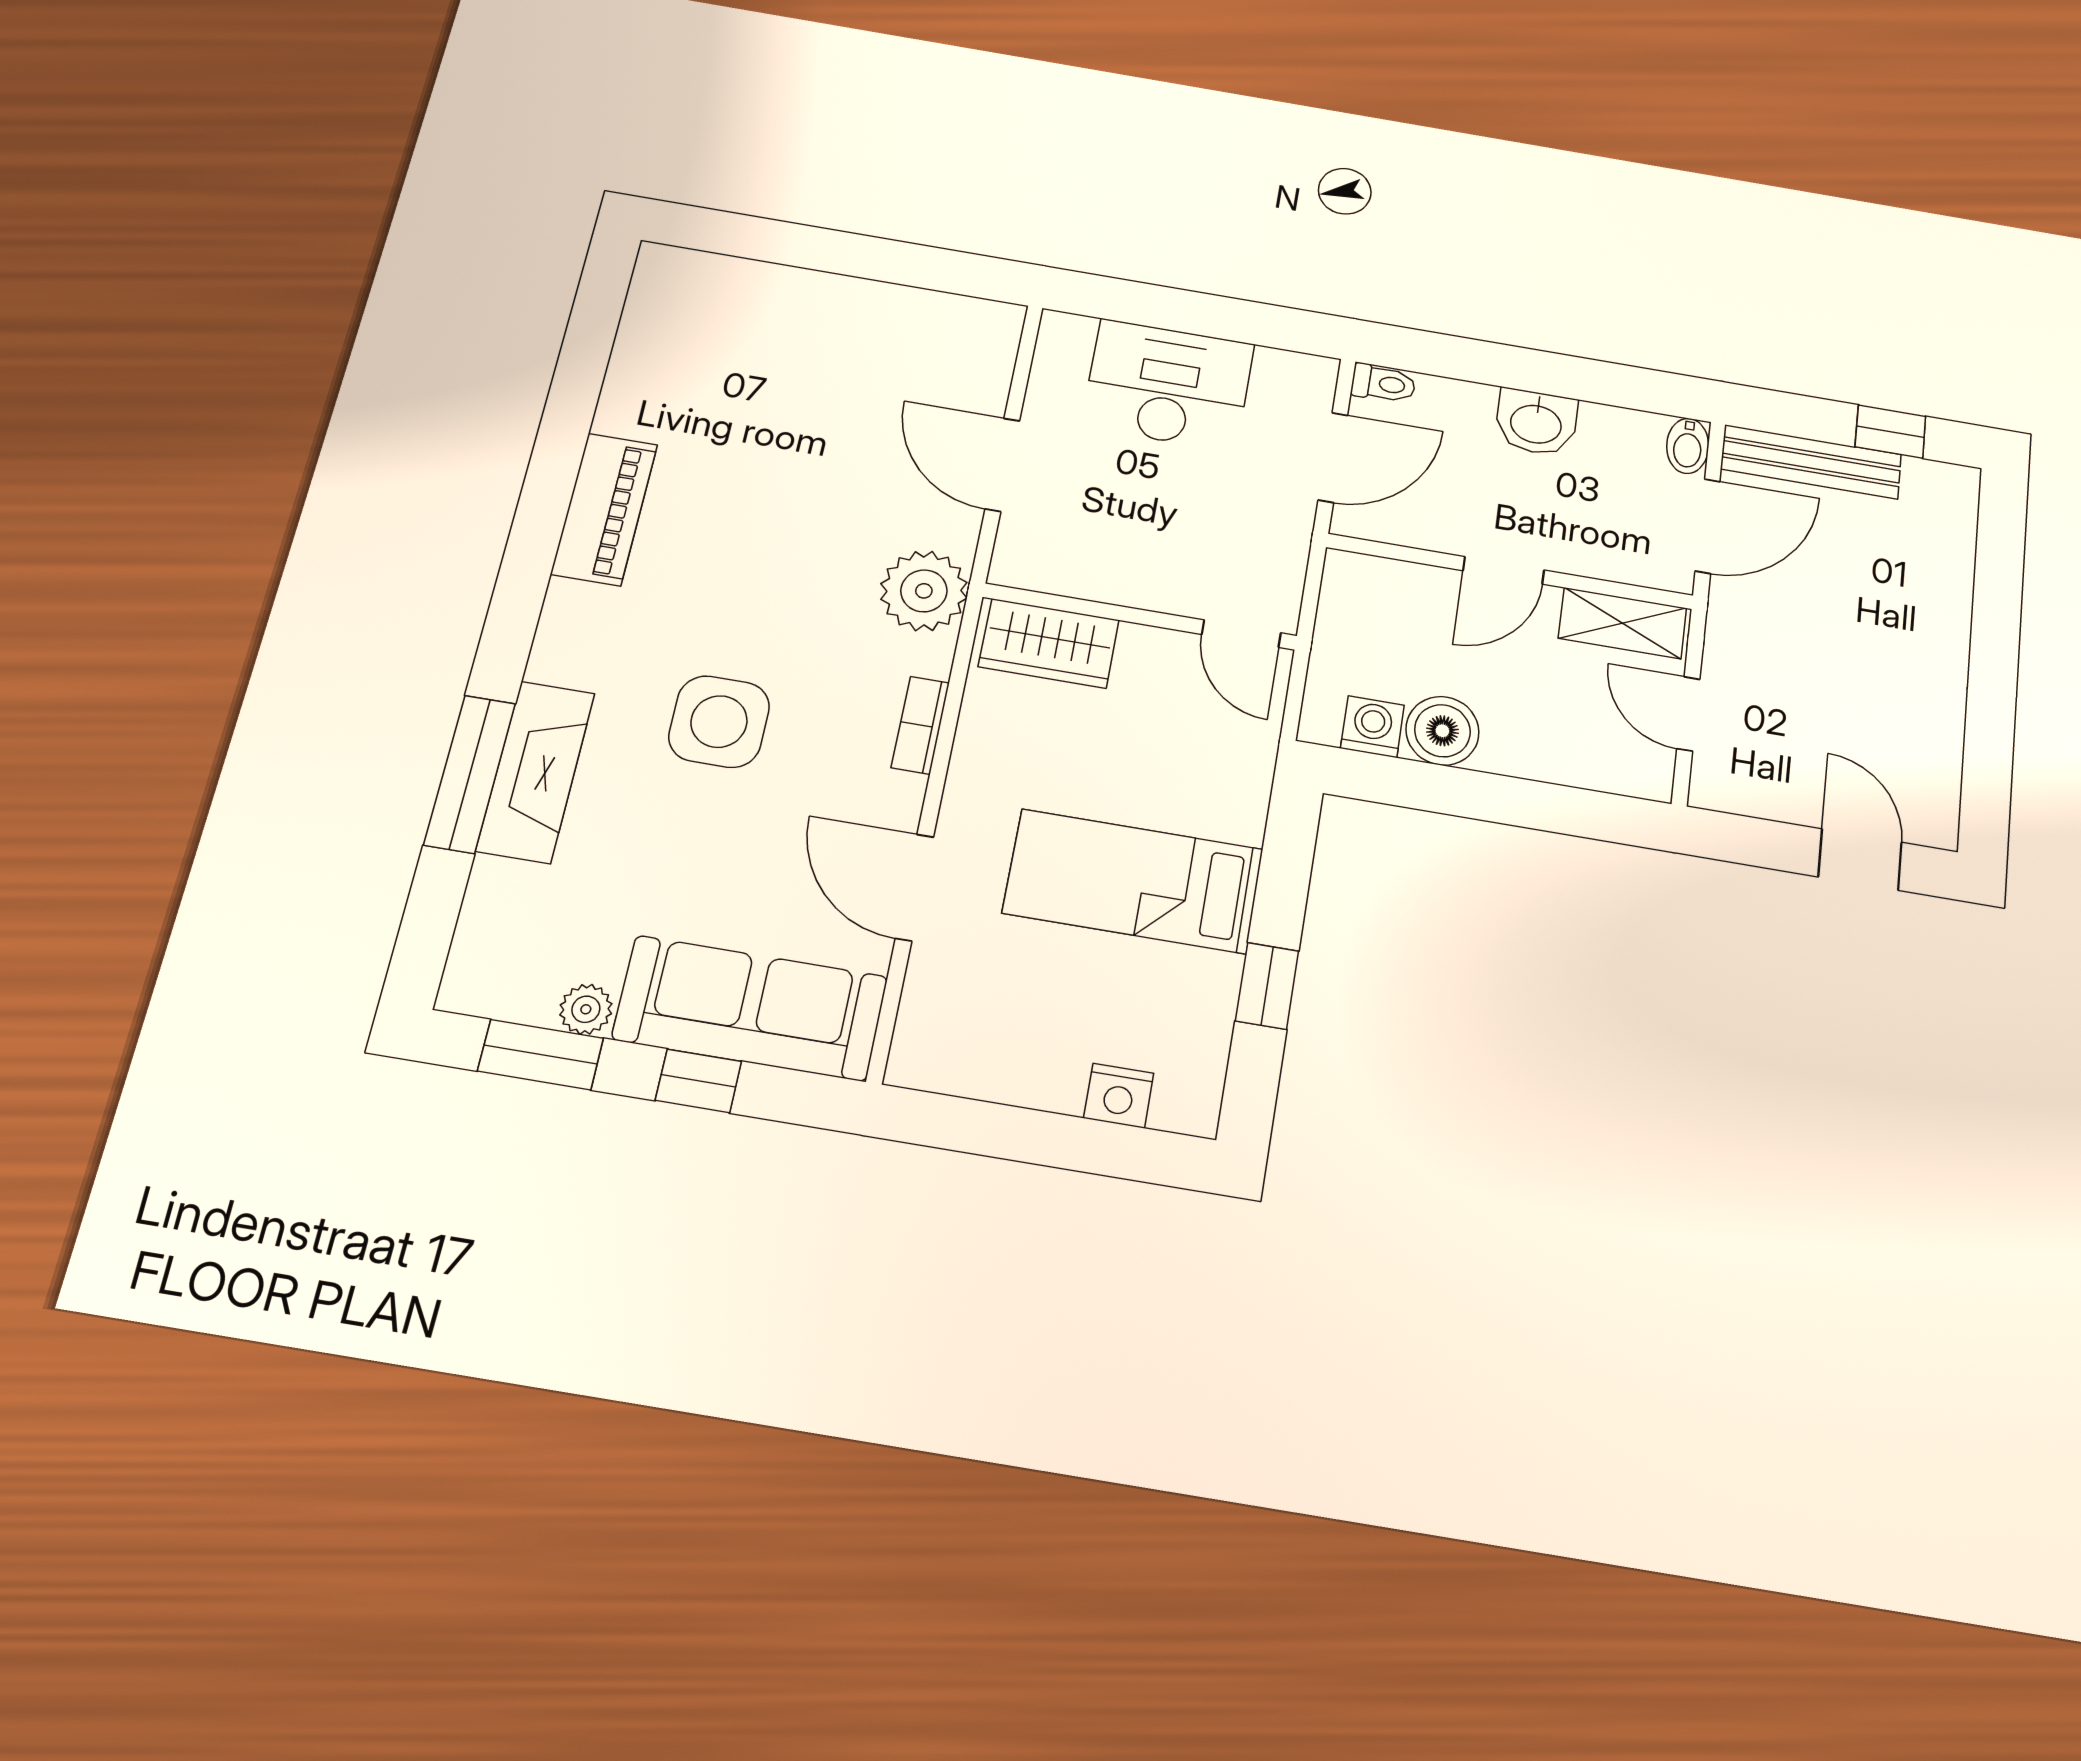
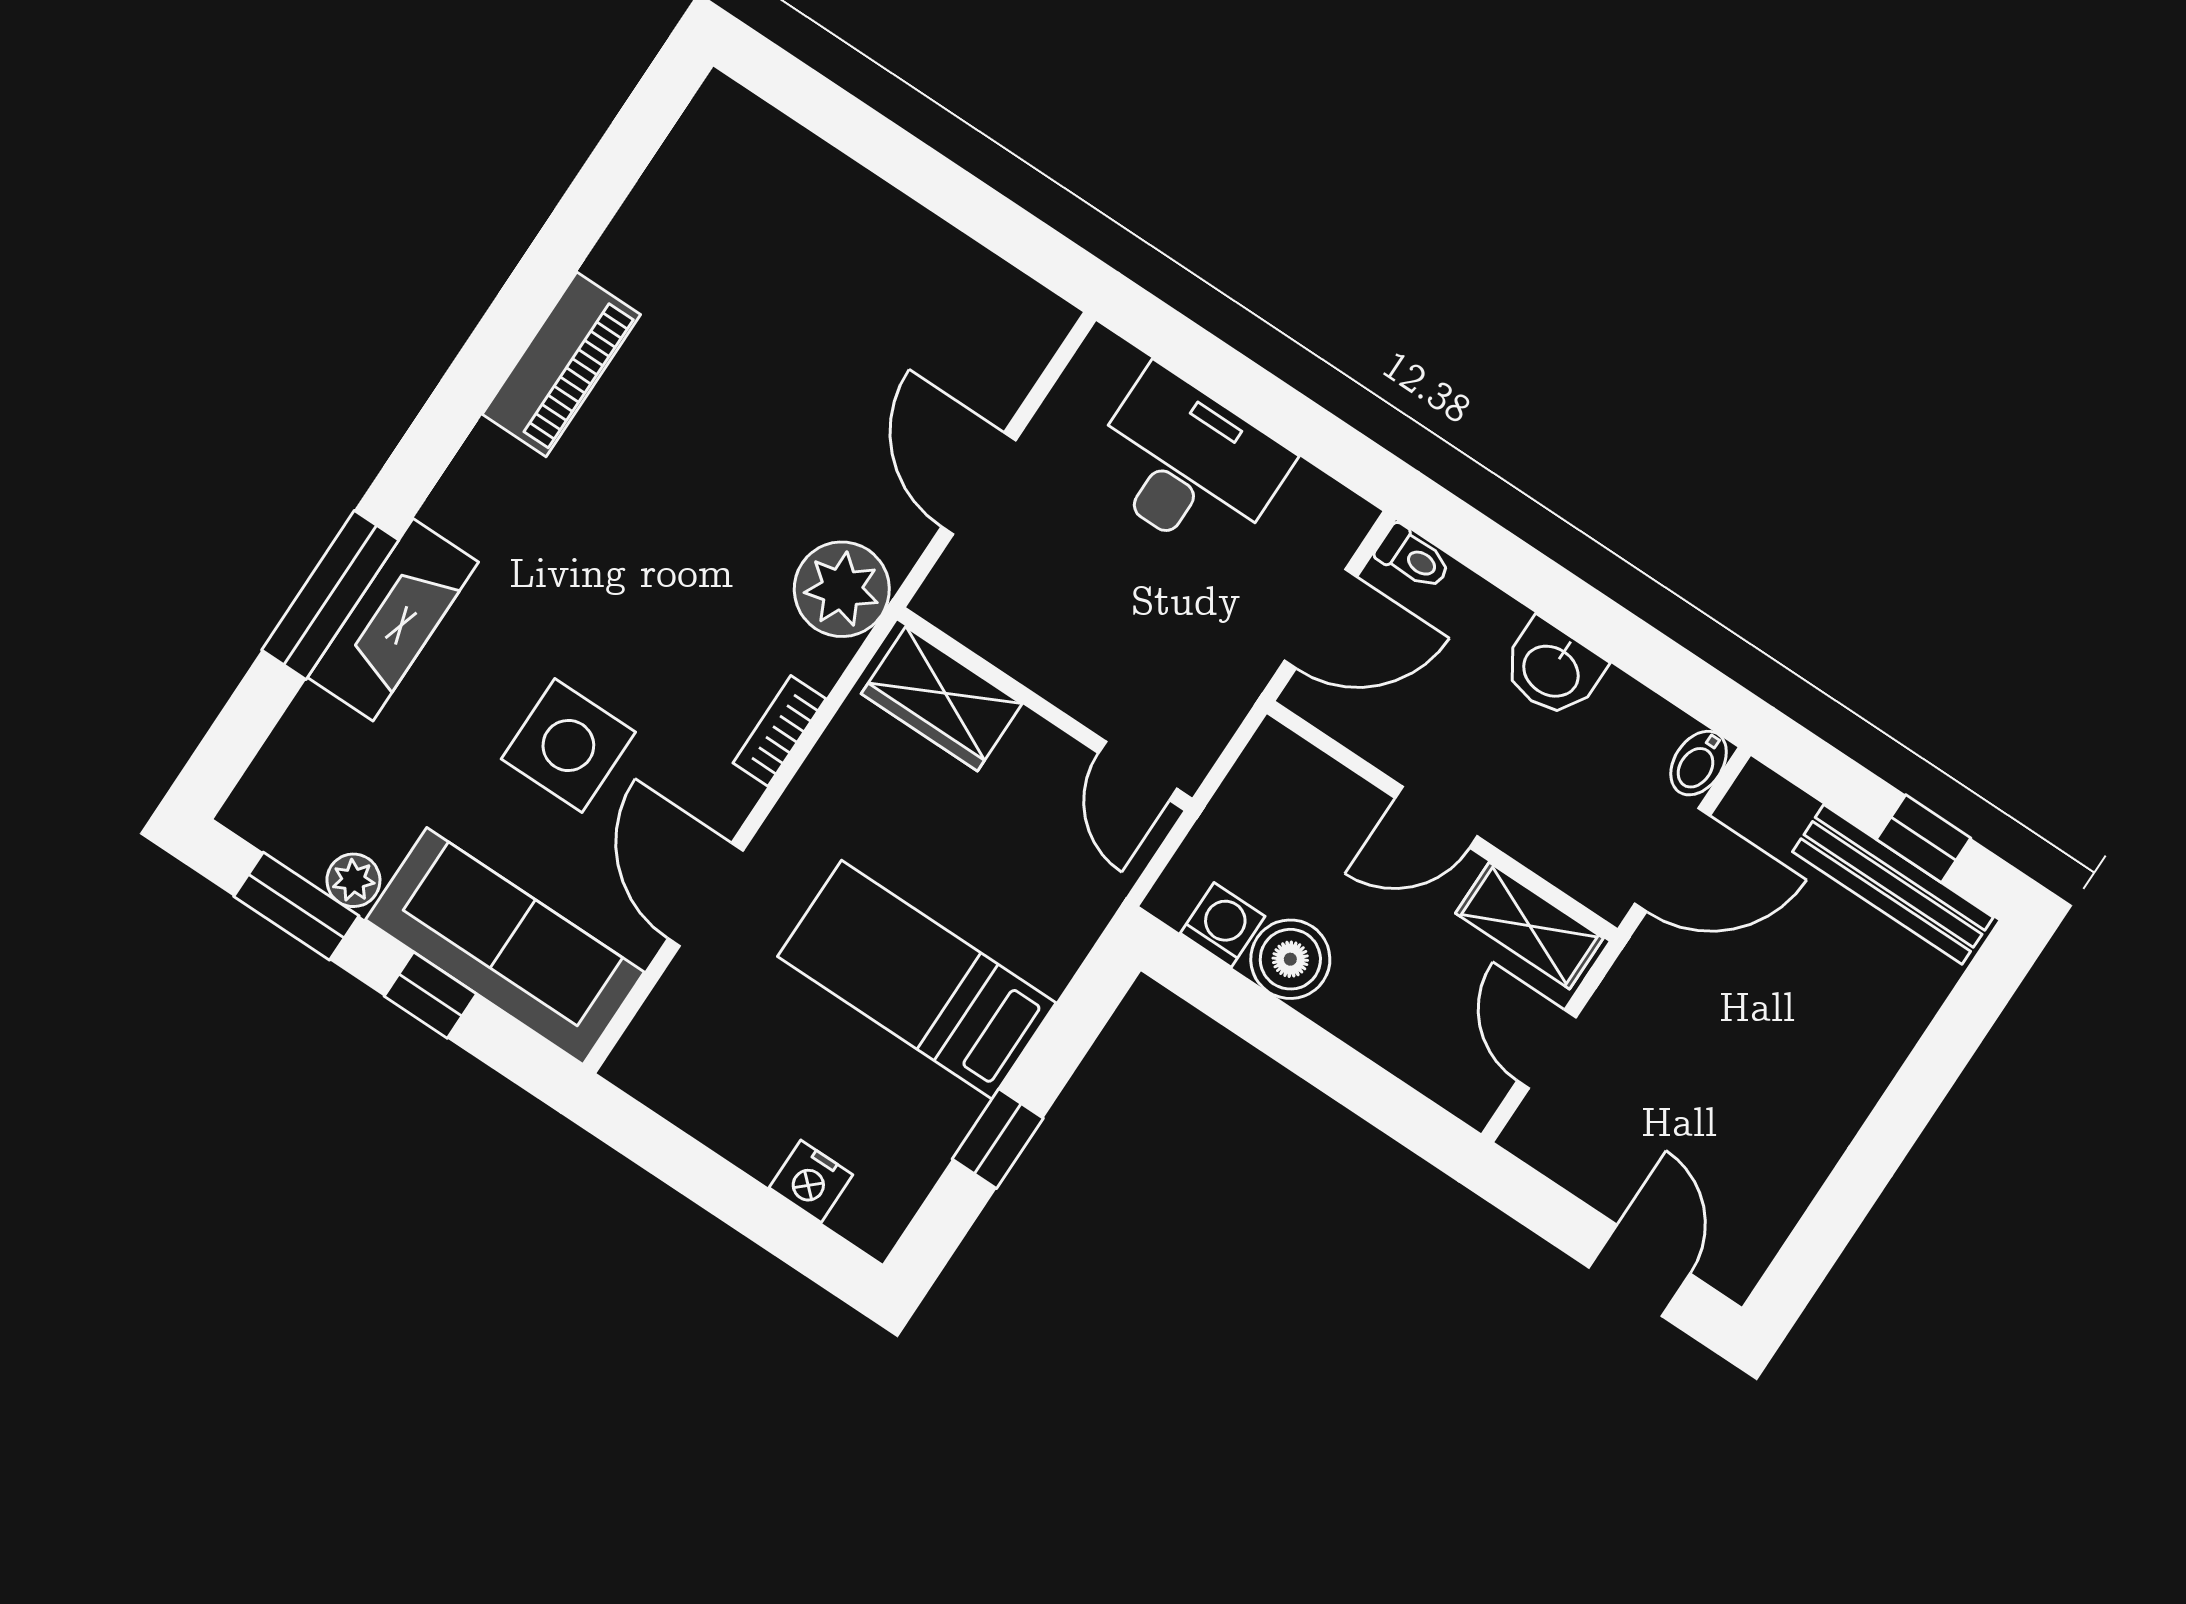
bench: (1811, 462) -> (1893, 884), moved
side table: (719, 722) -> (568, 745), moved

